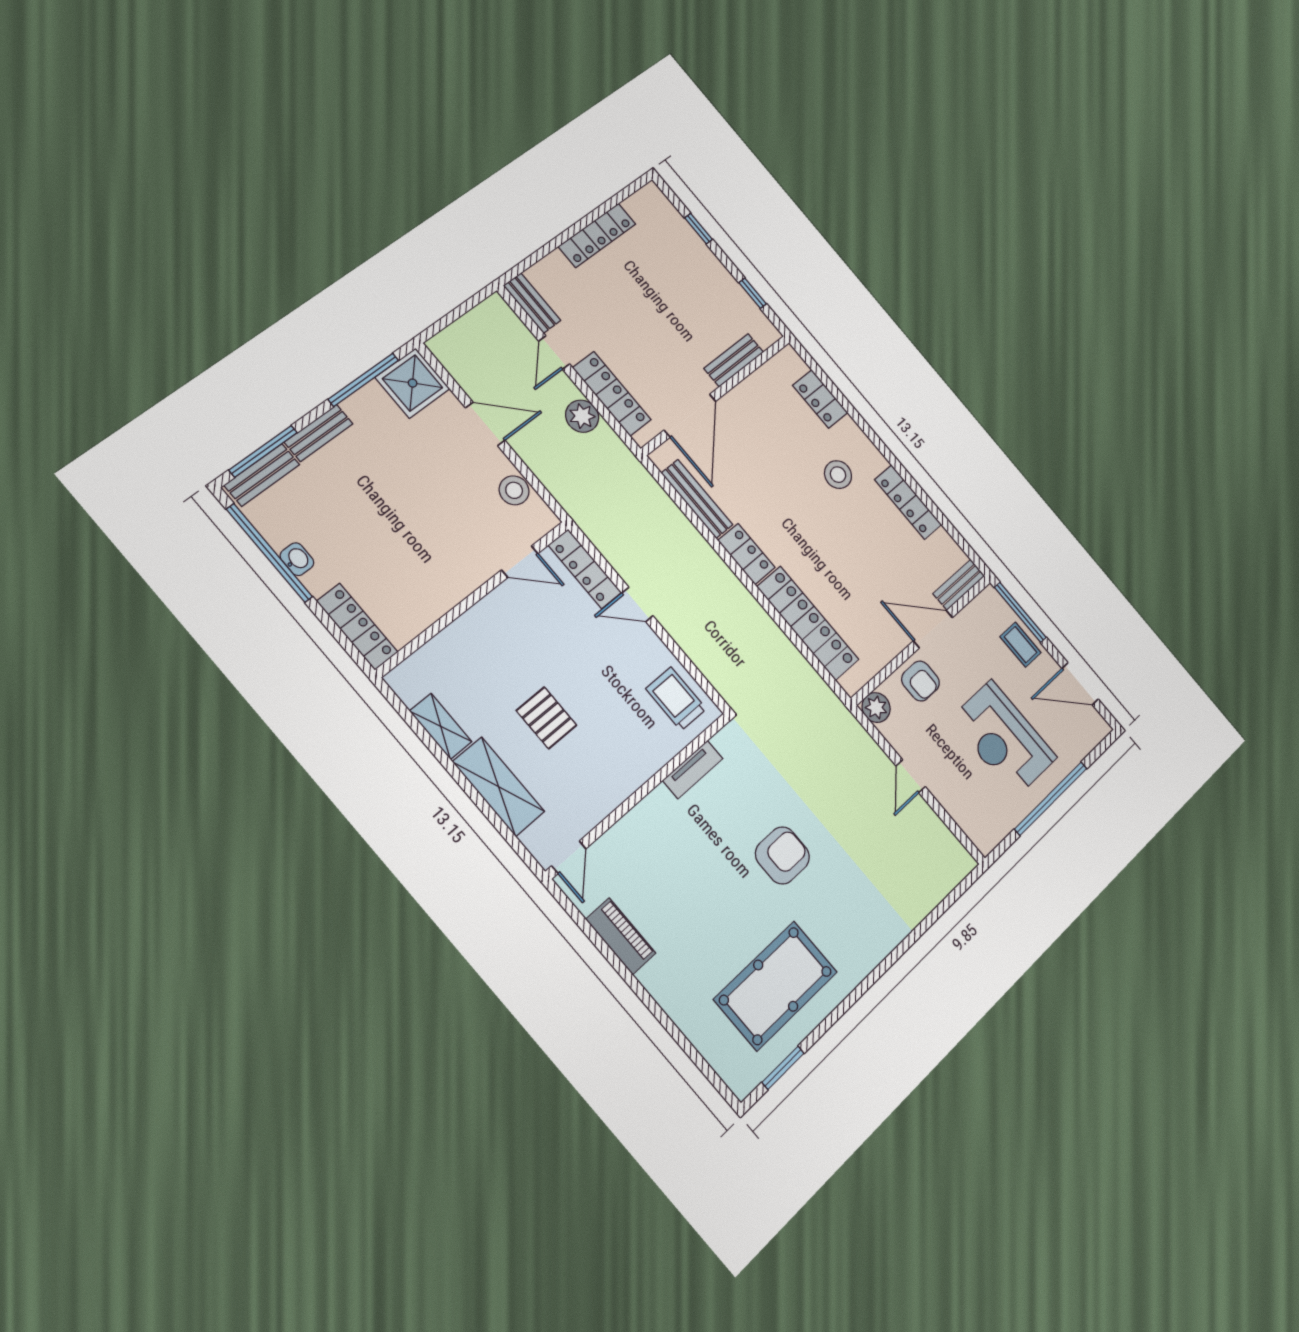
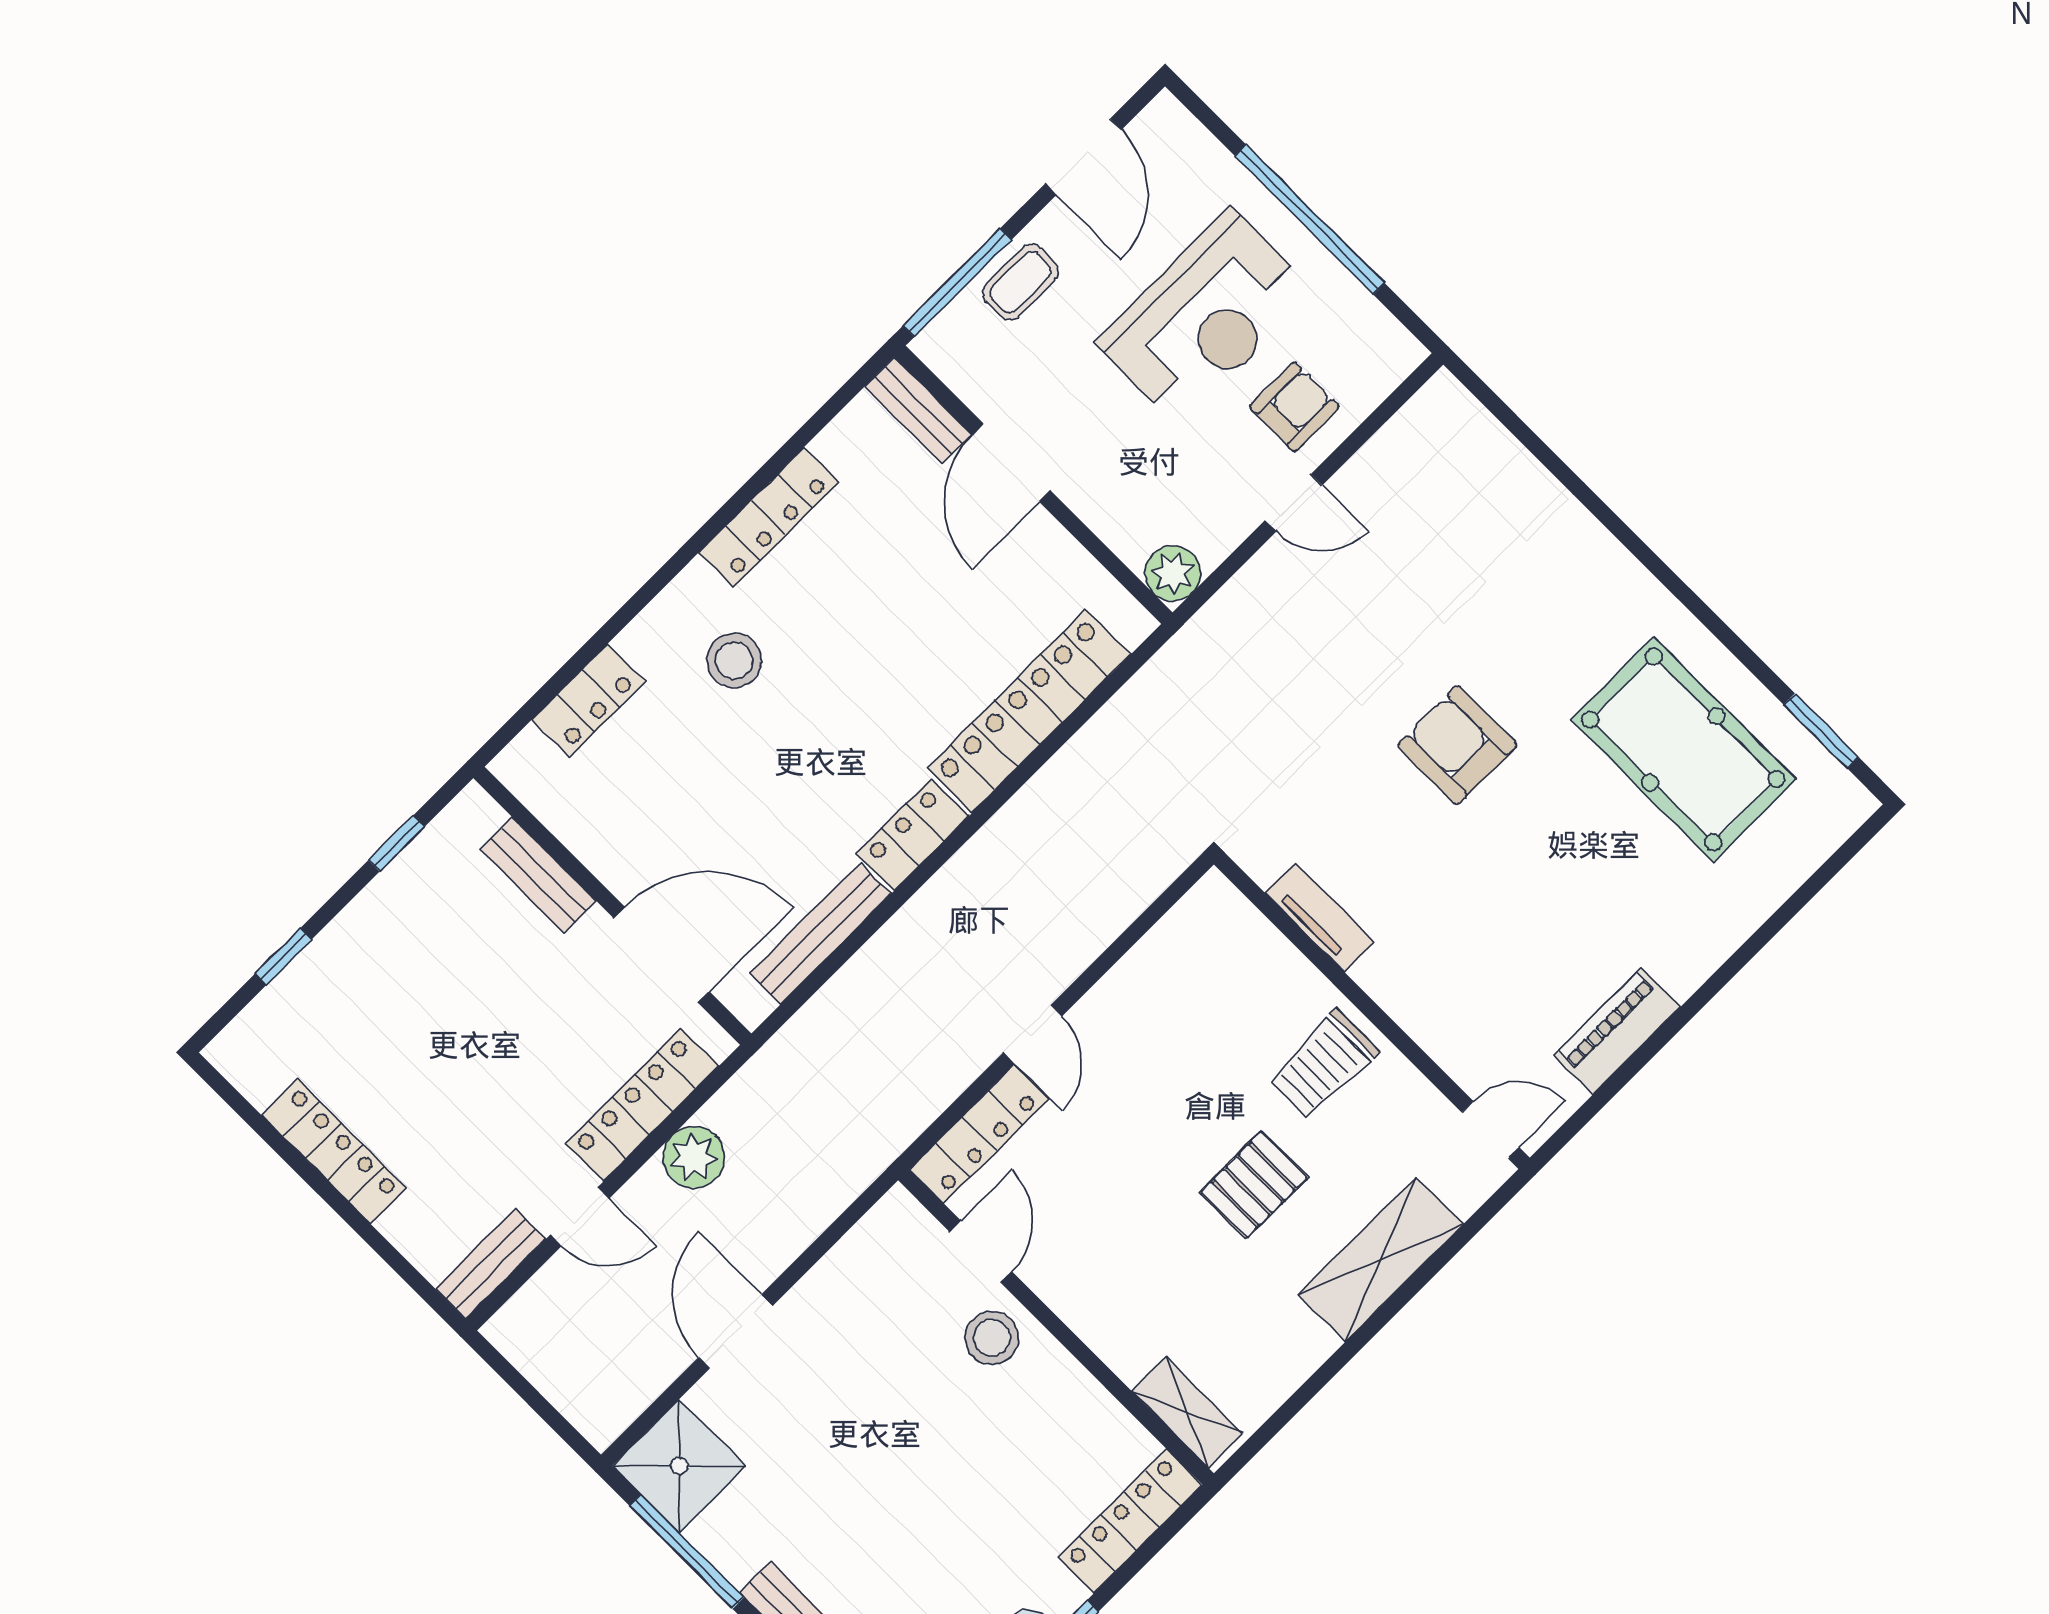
stool: (514, 490) -> (992, 1338), moved
armchair: (920, 681) -> (1294, 407), moved
trolley: (676, 699) -> (1324, 1065), moved
shelving: (441, 726) -> (1187, 1412), moved, turned 90

